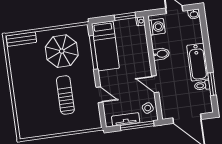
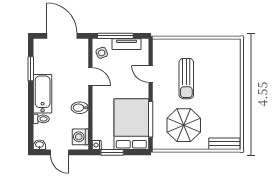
bed: (105, 46) -> (131, 124), width x1.50
toilet: (202, 86) -> (41, 119), moved

